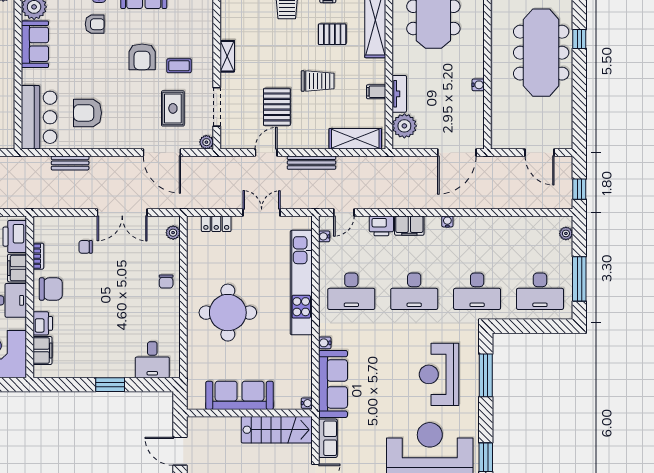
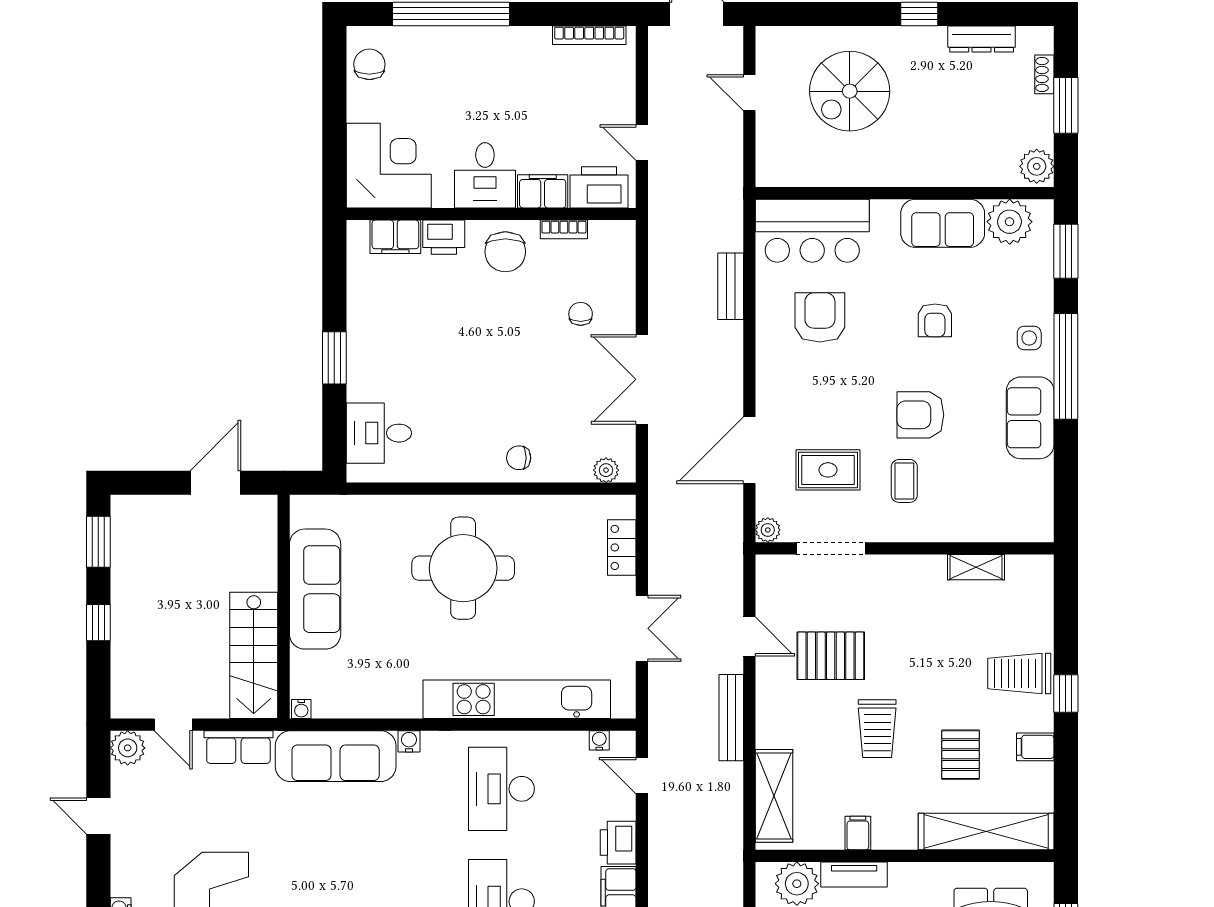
armchair: (95, 24) -> (935, 320), moved
shelving: (227, 56) -> (976, 567), moved

